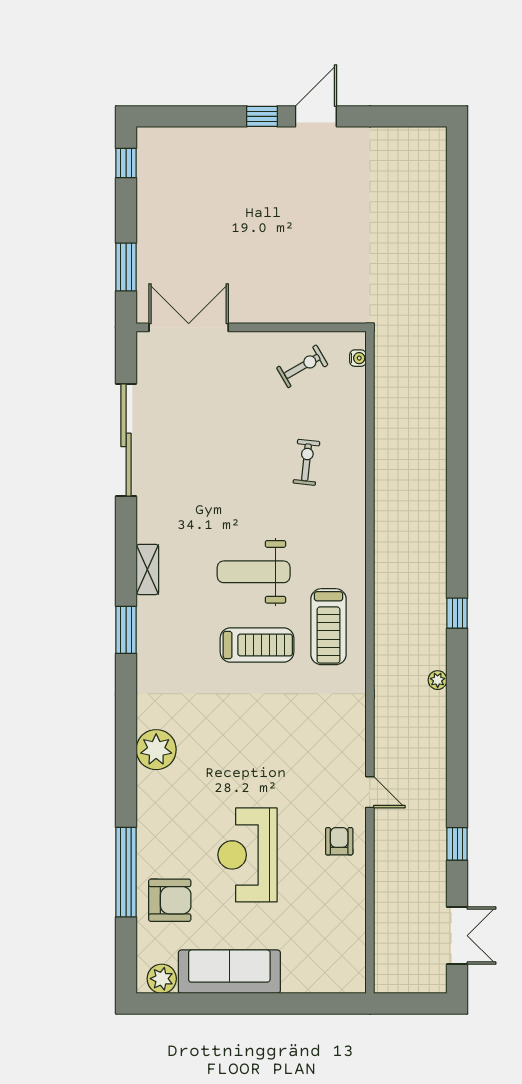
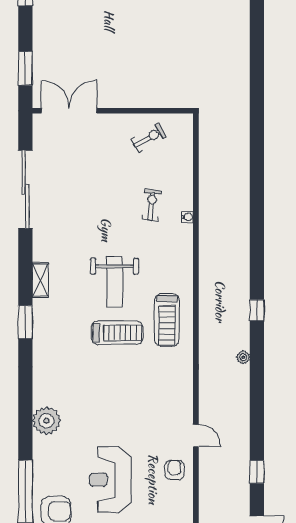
water cooler: (358, 358) -> (188, 217), moved
weight bench: (254, 572) -> (115, 282), turned -90
plant: (156, 750) -> (46, 421), moved

